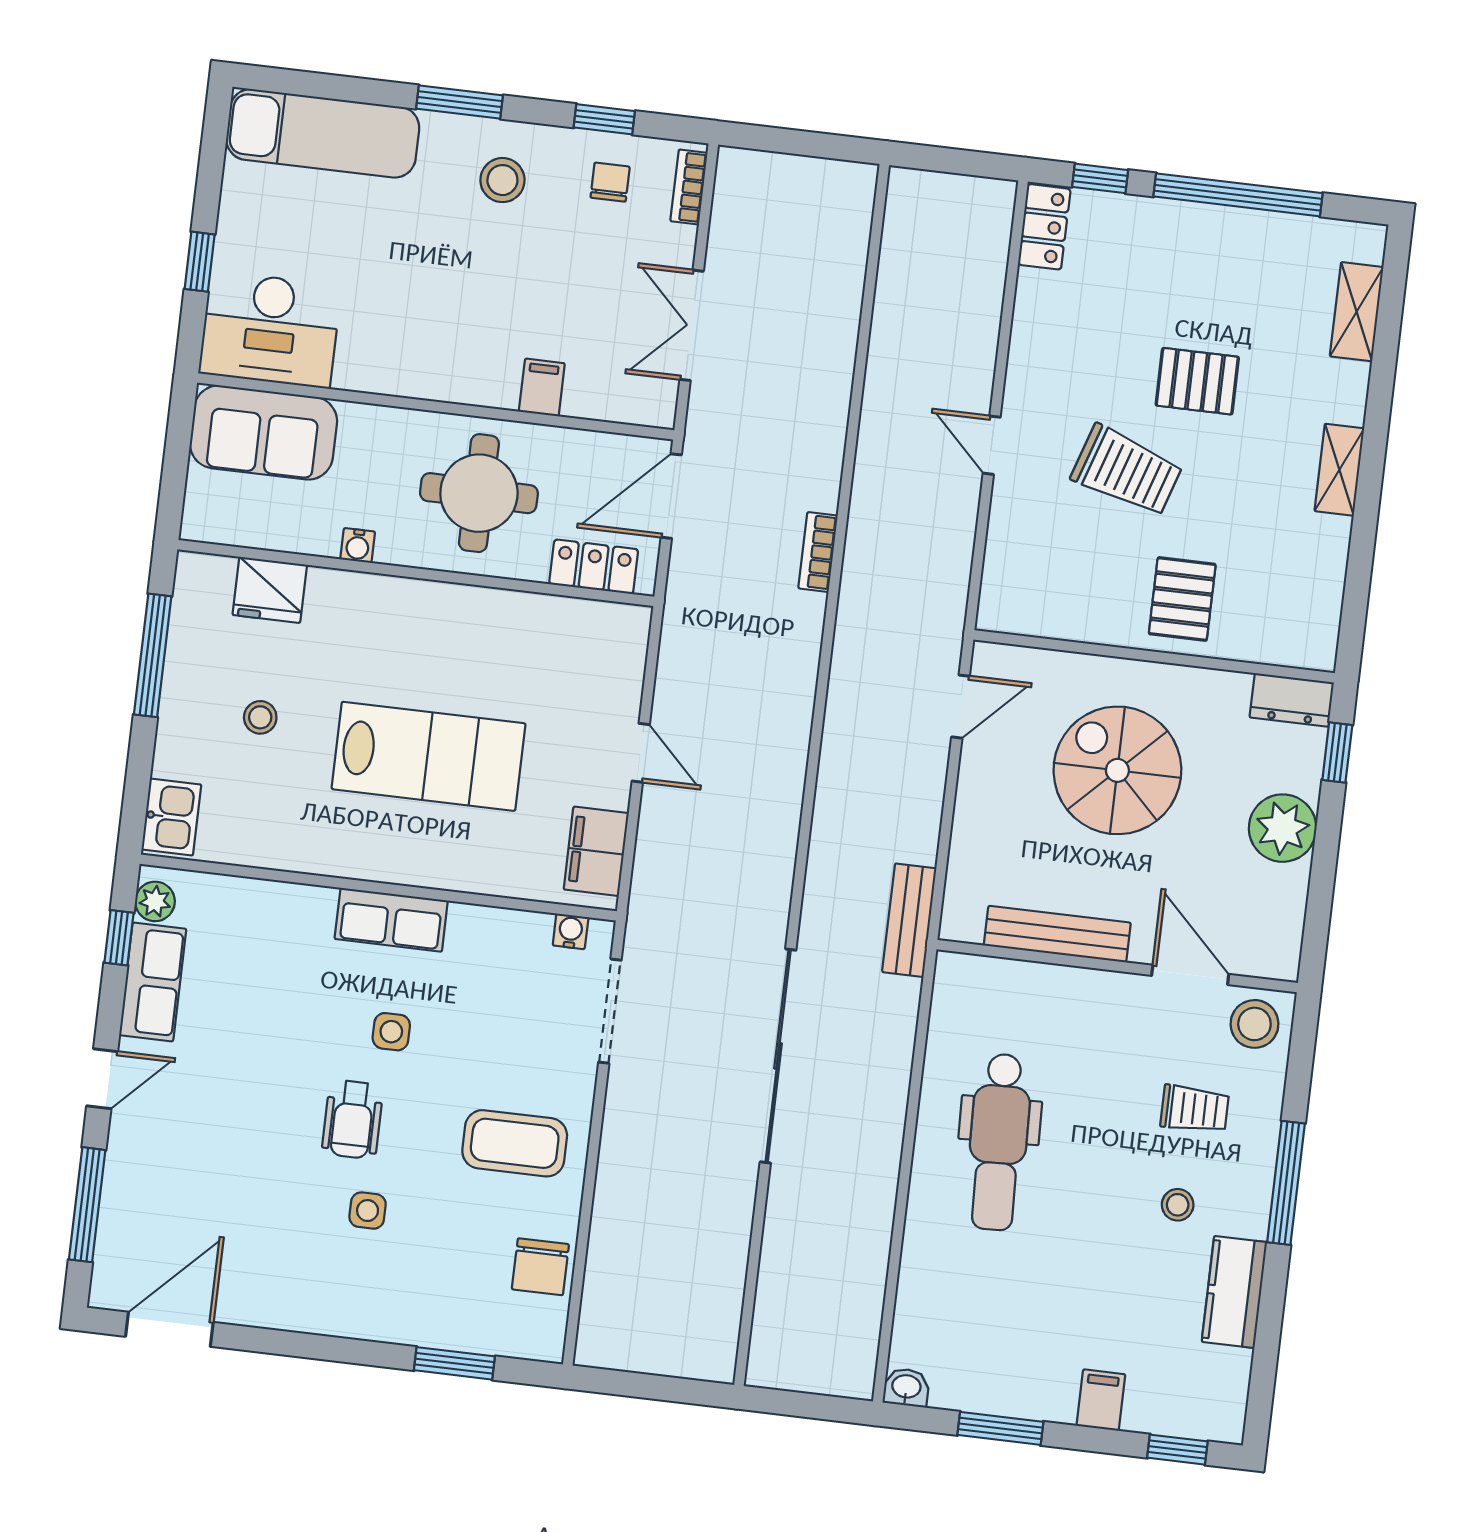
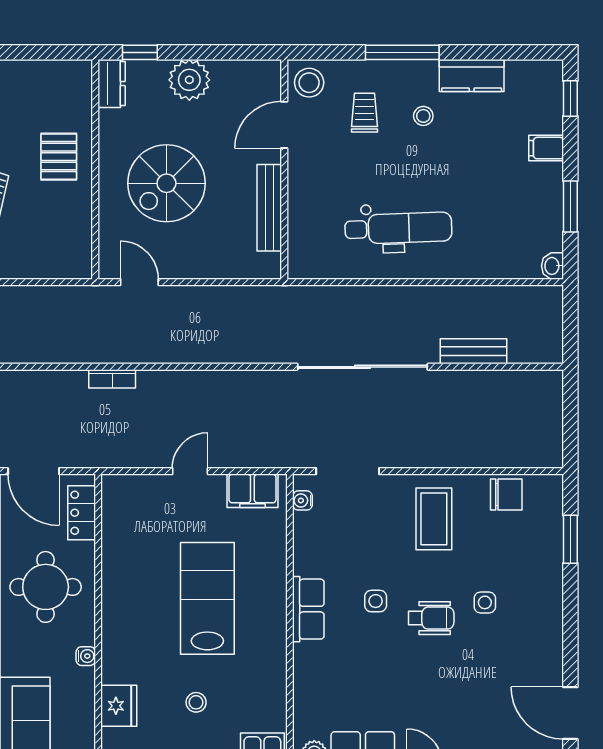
bookcase: (818, 552) -> (112, 379), moved
pallet: (1182, 599) -> (59, 157), turned 90
bench: (909, 920) -> (473, 351), moved

